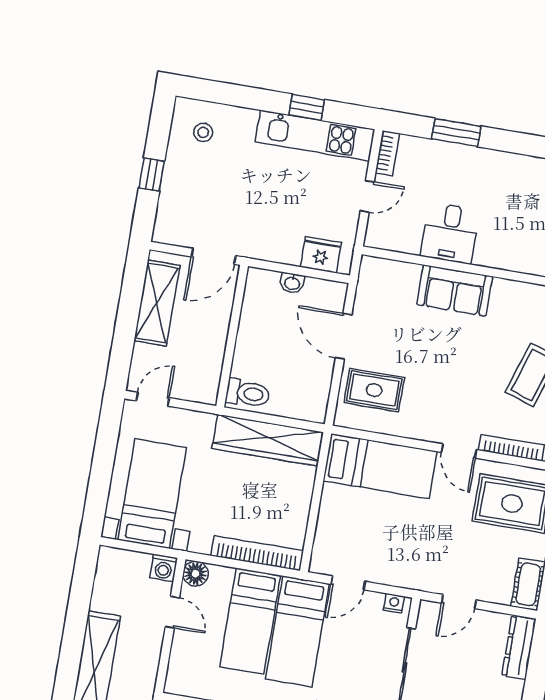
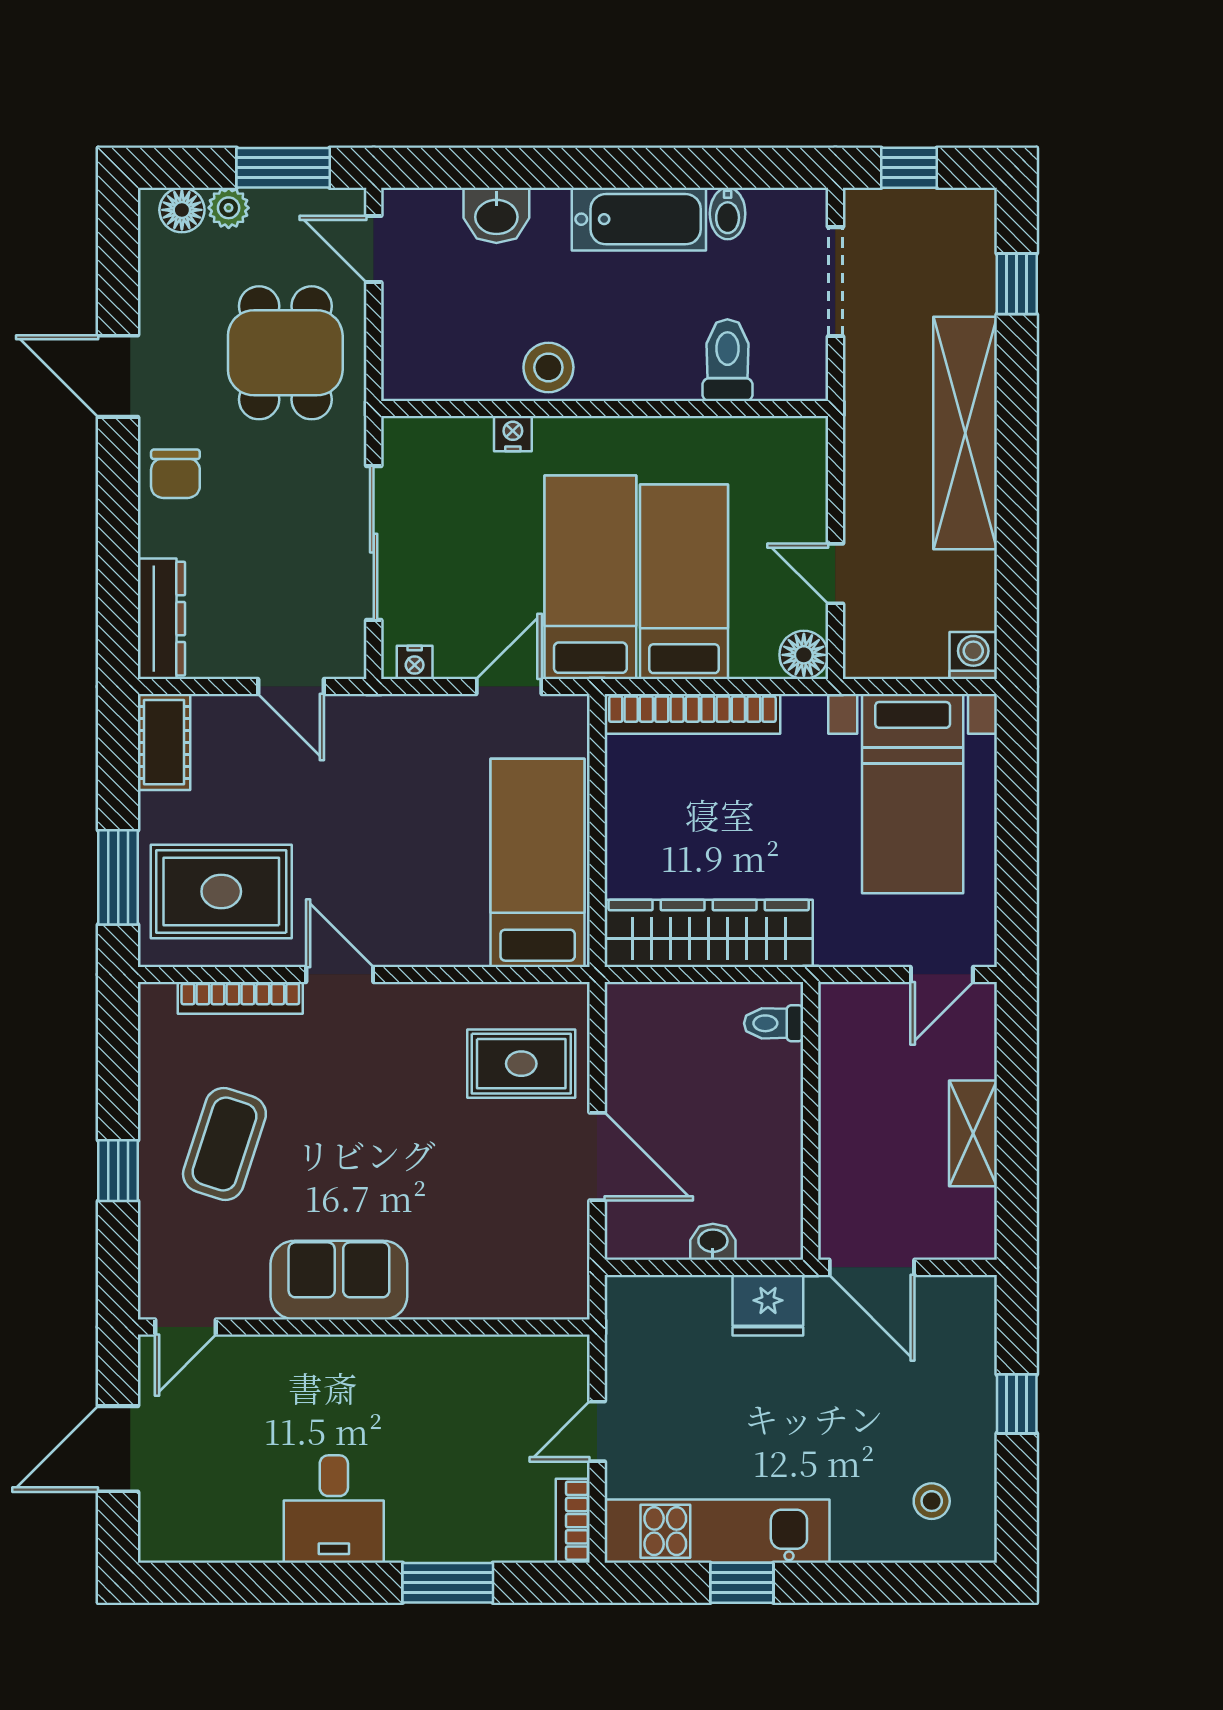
desk: (450, 233) -> (334, 1509), moved, turned 180
fridge: (321, 255) -> (768, 1305), moved
door: (214, 256) -> (872, 1267), swing flipped
sofa: (455, 290) -> (339, 1280), moved
shelving: (157, 303) -> (973, 1133), width x0.67, depth x0.75
toilet: (248, 393) -> (774, 1023), width x0.73, depth x0.72
bed: (380, 466) -> (538, 863), moved, turned 90
washing machine: (164, 568) -> (973, 656), moved
door: (459, 602) -> (291, 687), swing flipped

